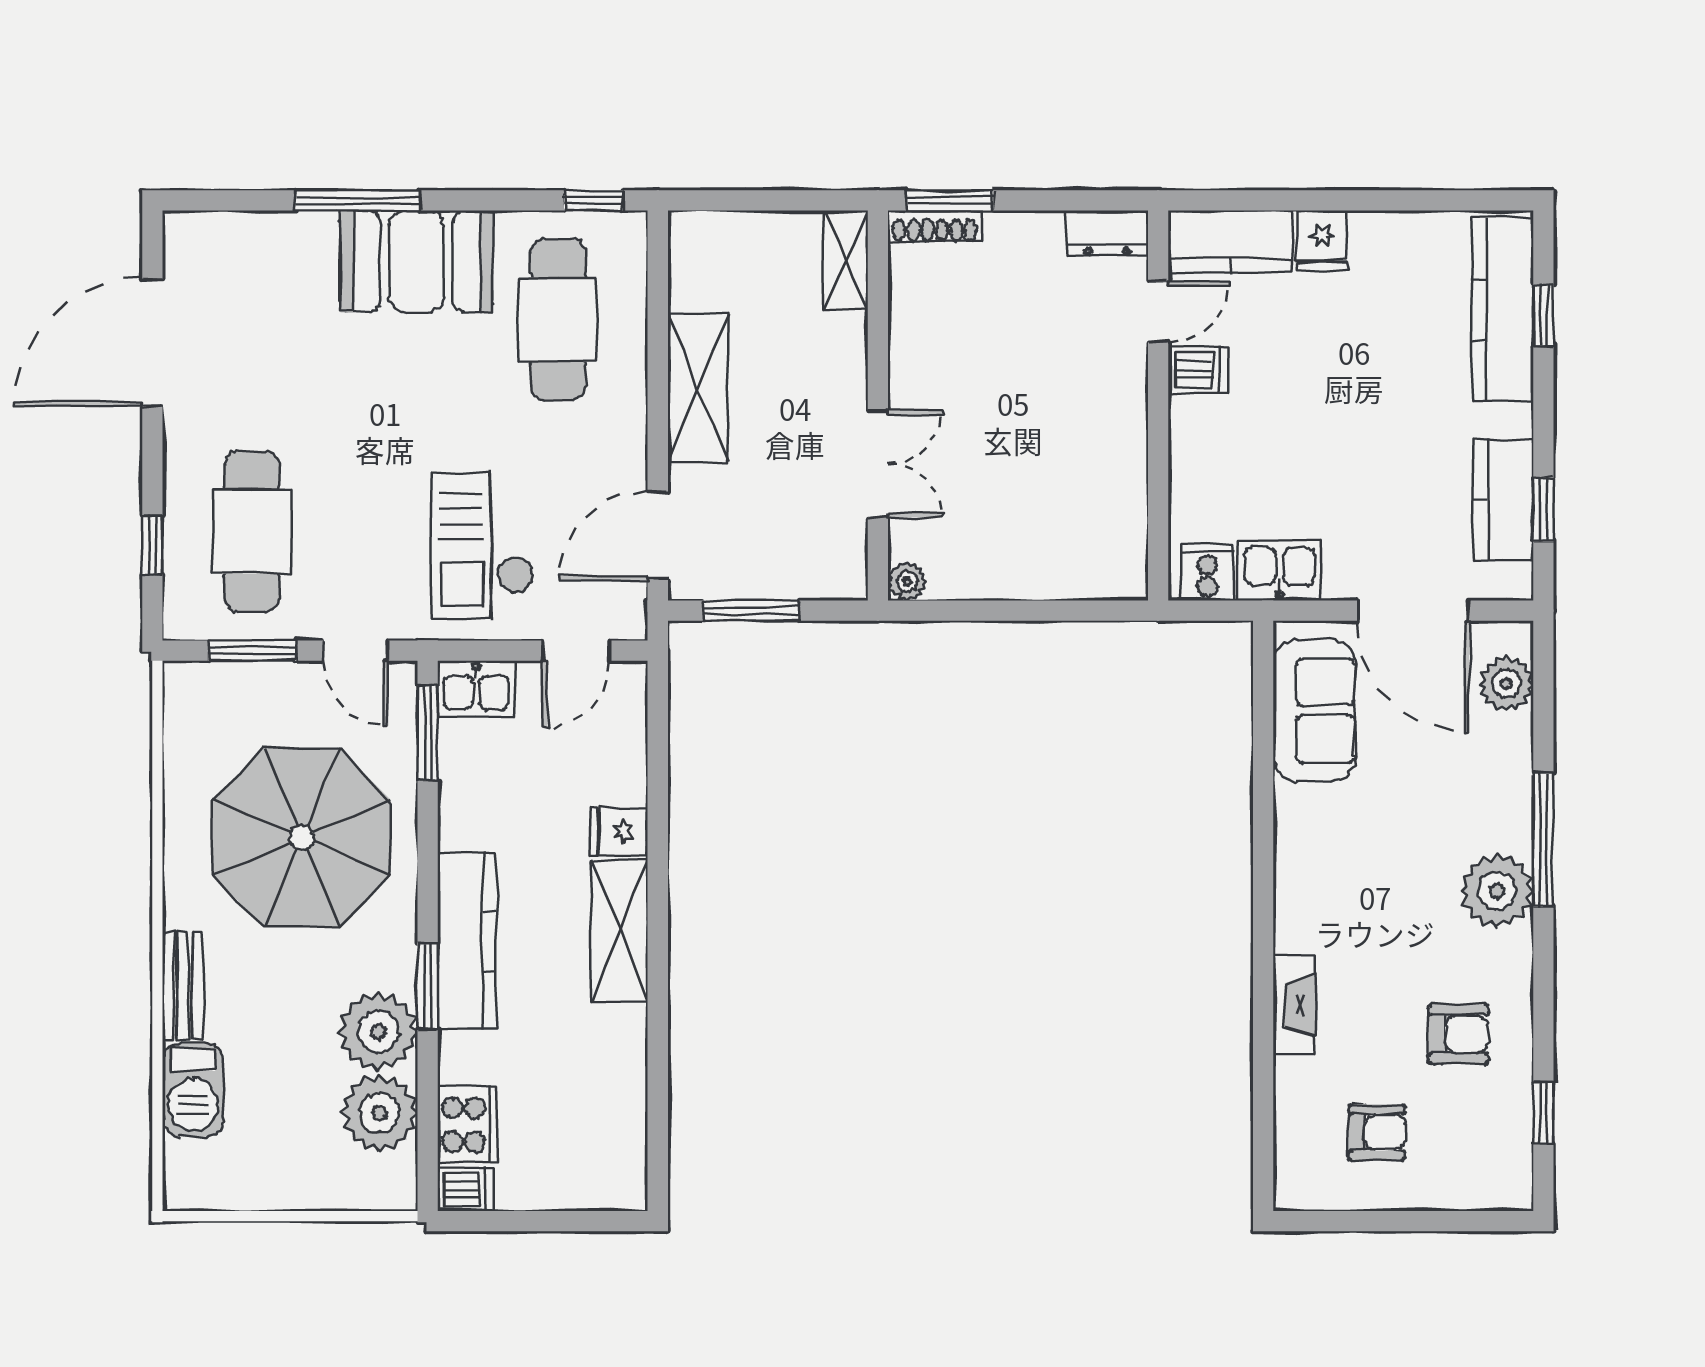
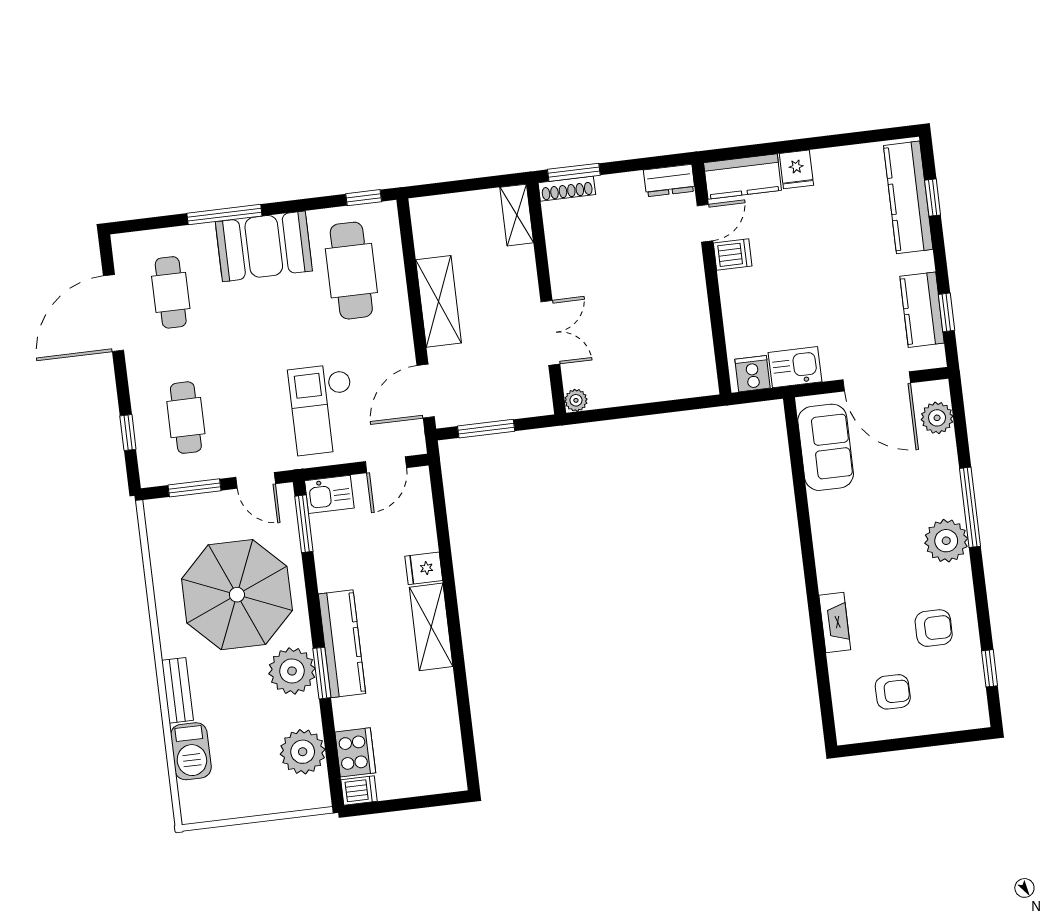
cafe table: (252, 319) -> (171, 292), added
cafe table: (252, 531) -> (186, 418), width x0.73, depth x0.74
plant: (378, 1032) -> (292, 671), moved

